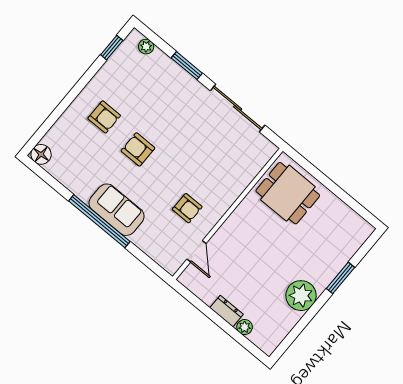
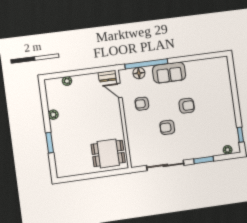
armchair: (104, 117) -> (167, 127), moved
floor lamp: (41, 154) -> (139, 73), moved
window: (99, 221) -> (146, 64), moved
plant: (301, 296) -> (53, 115), width x0.53, depth x0.53
dresser: (227, 311) -> (107, 76), moved

